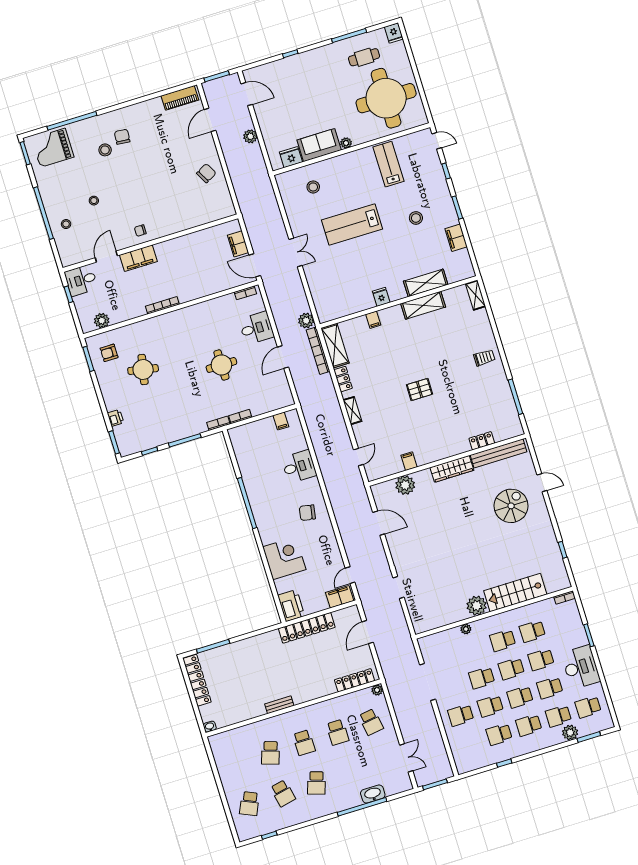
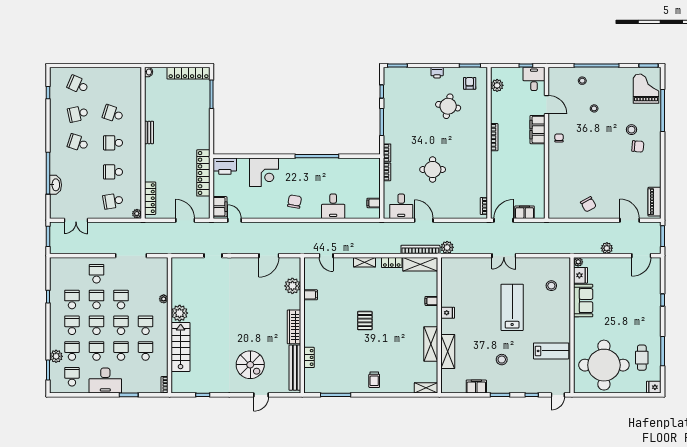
plant: (346, 143) -> (578, 262), moved
desk: (256, 328) -> (401, 206), moved
printer: (115, 418) -> (437, 73), moved

